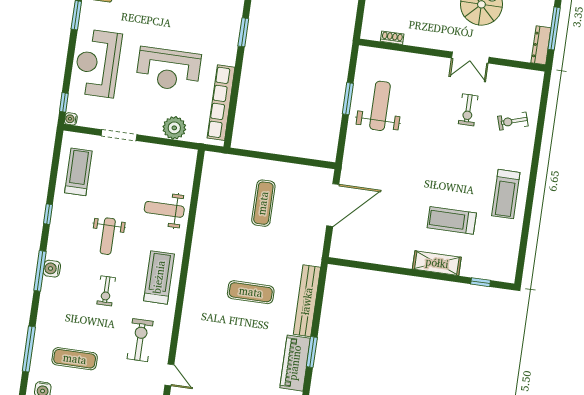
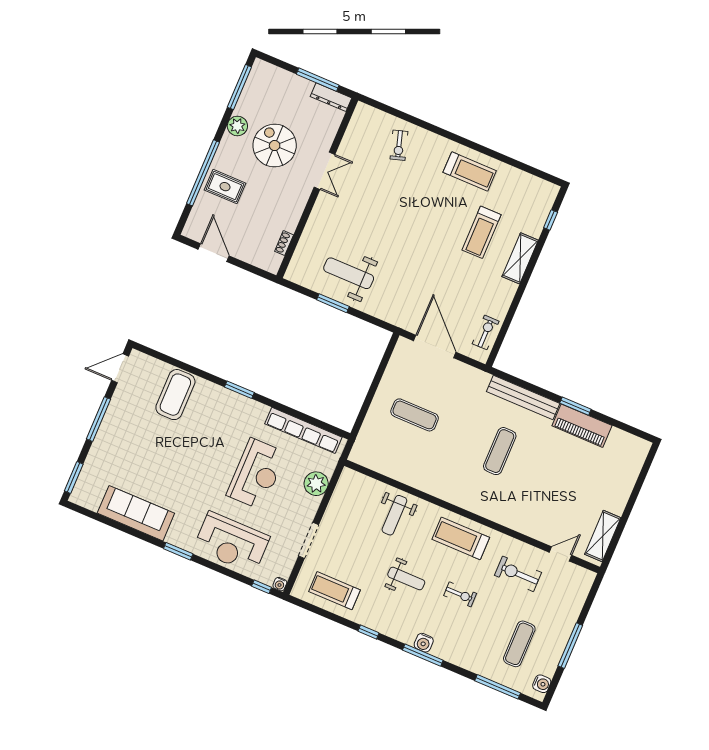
exercise bike: (468, 110) -> (486, 332), moved, turned -90

